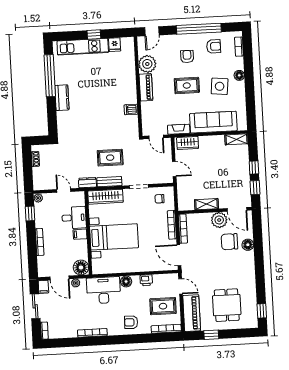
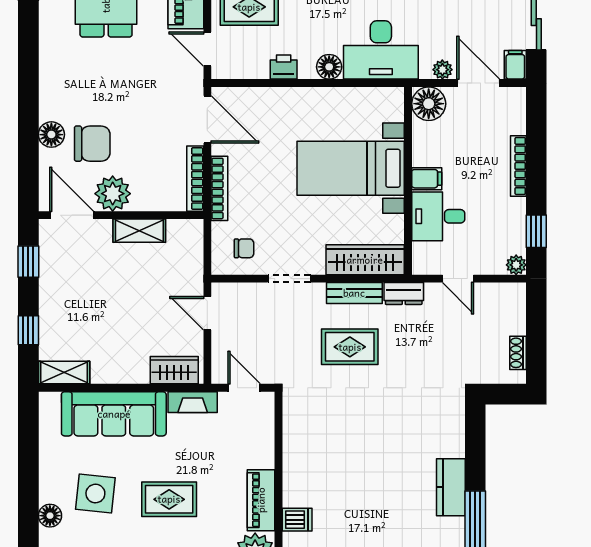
dishwasher: (131, 110) -> (297, 520), moved
window: (254, 167) -> (28, 330), moved

